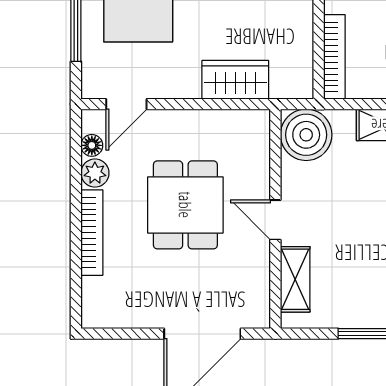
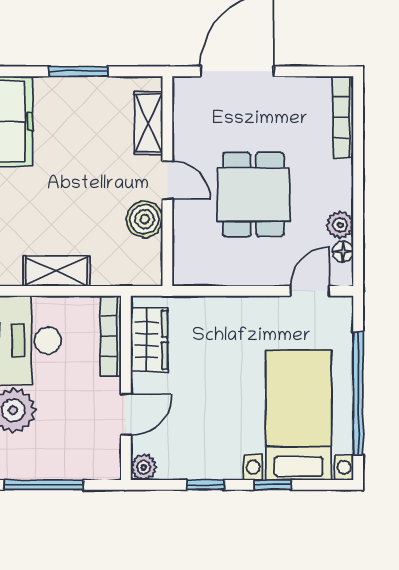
wardrobe: (235, 80) -> (149, 340), moved, turned -90
boiler: (306, 135) -> (145, 219), moved, width x0.73, depth x0.73
bookcase: (92, 233) -> (343, 117), moved

